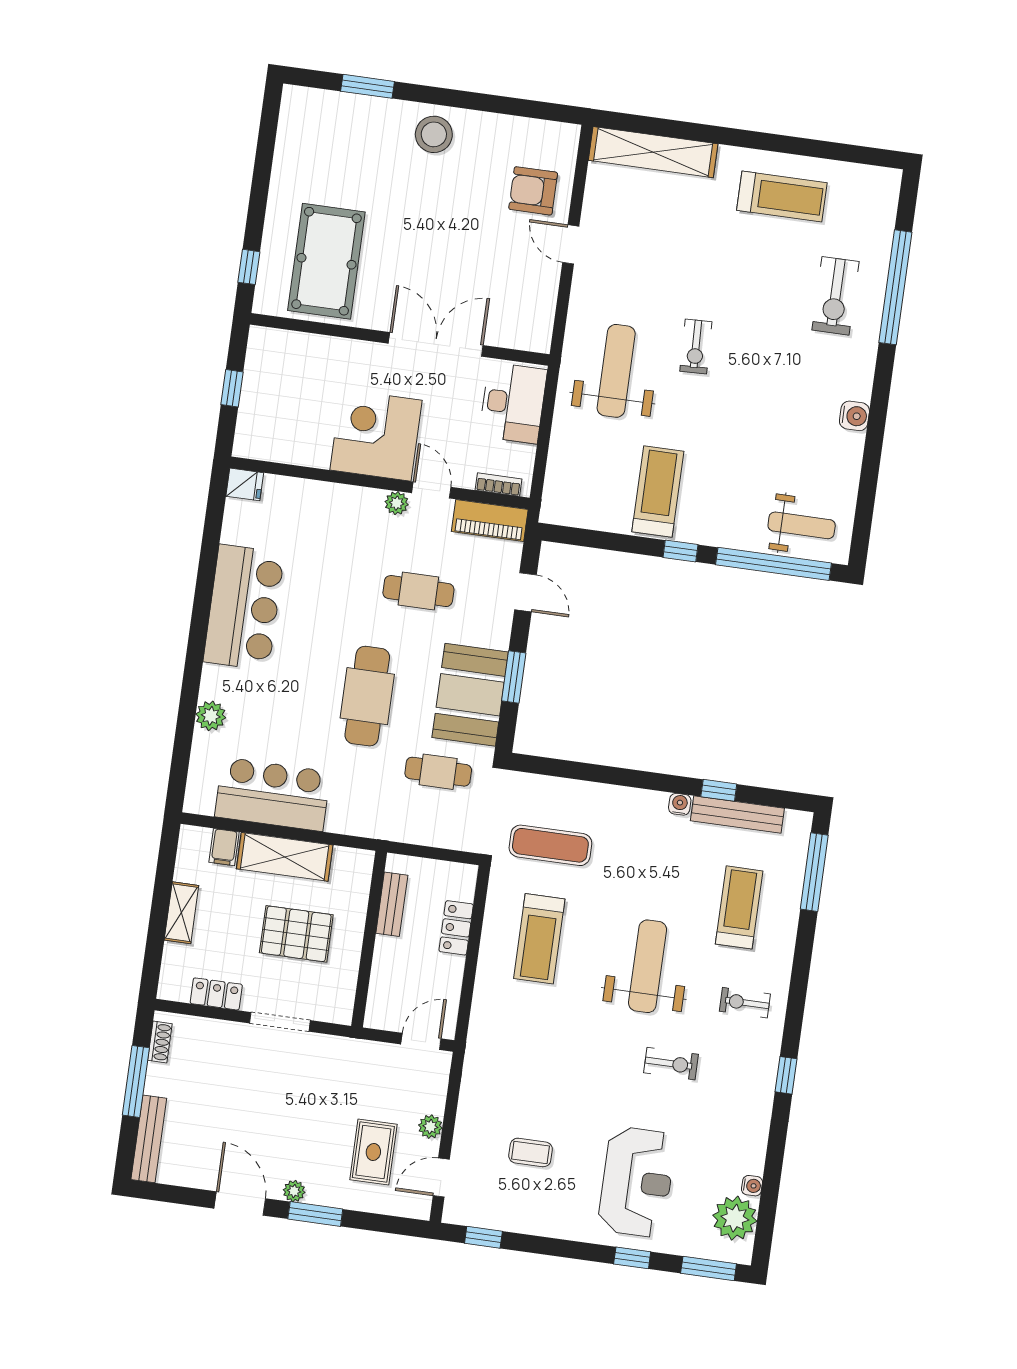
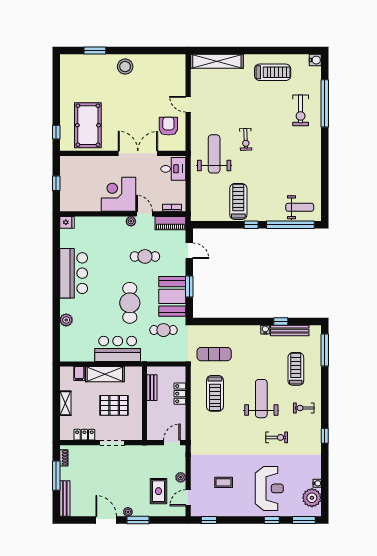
armchair: (533, 191) -> (168, 126), moved, turned 90
desk: (513, 403) -> (173, 169), width x0.73
water cooler: (854, 416) -> (315, 60), moved
bar counter: (273, 794) -> (118, 349), moved

